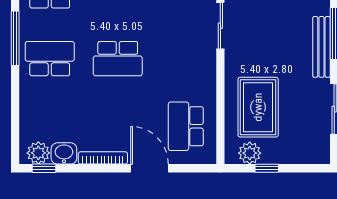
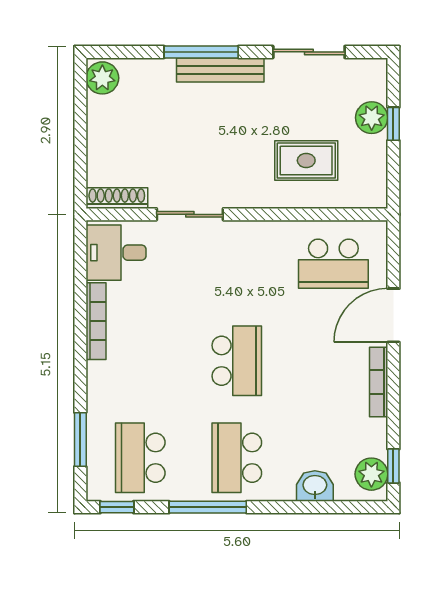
rug: (258, 107) -> (306, 160), width x0.73, depth x0.70
washbasin: (64, 153) -> (315, 486), moved, turned 90
plant: (250, 153) -> (372, 118), moved
window: (267, 168) -> (393, 124), moved

